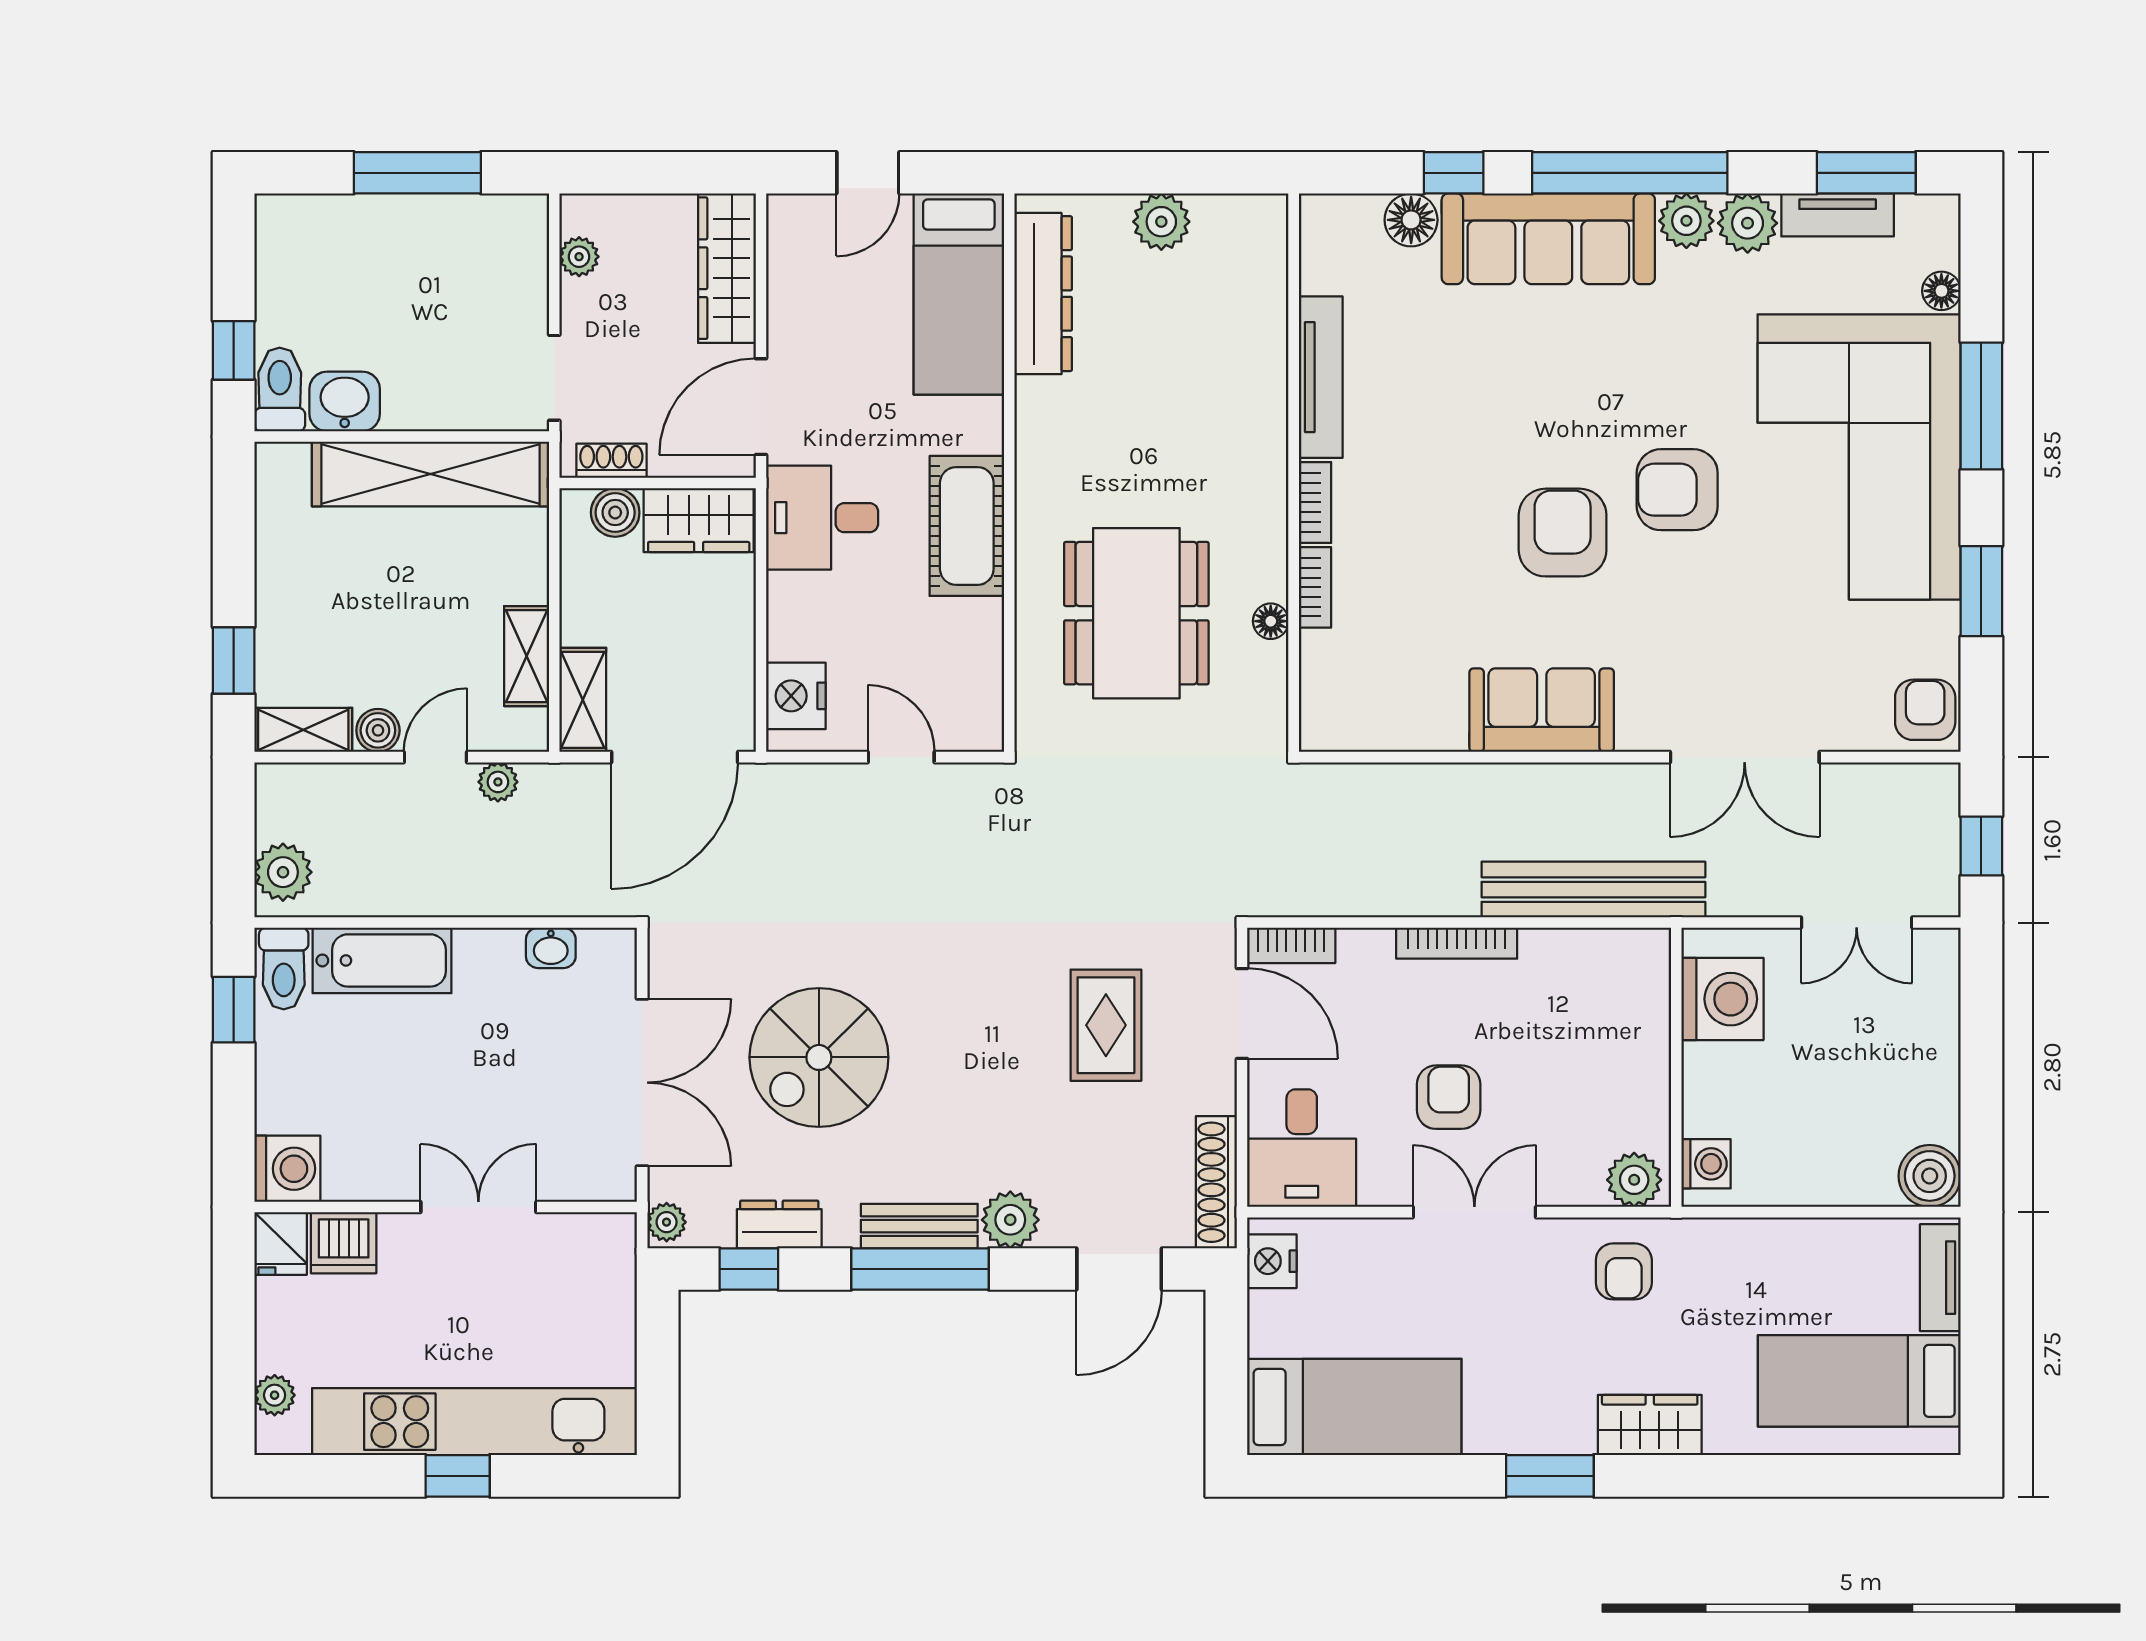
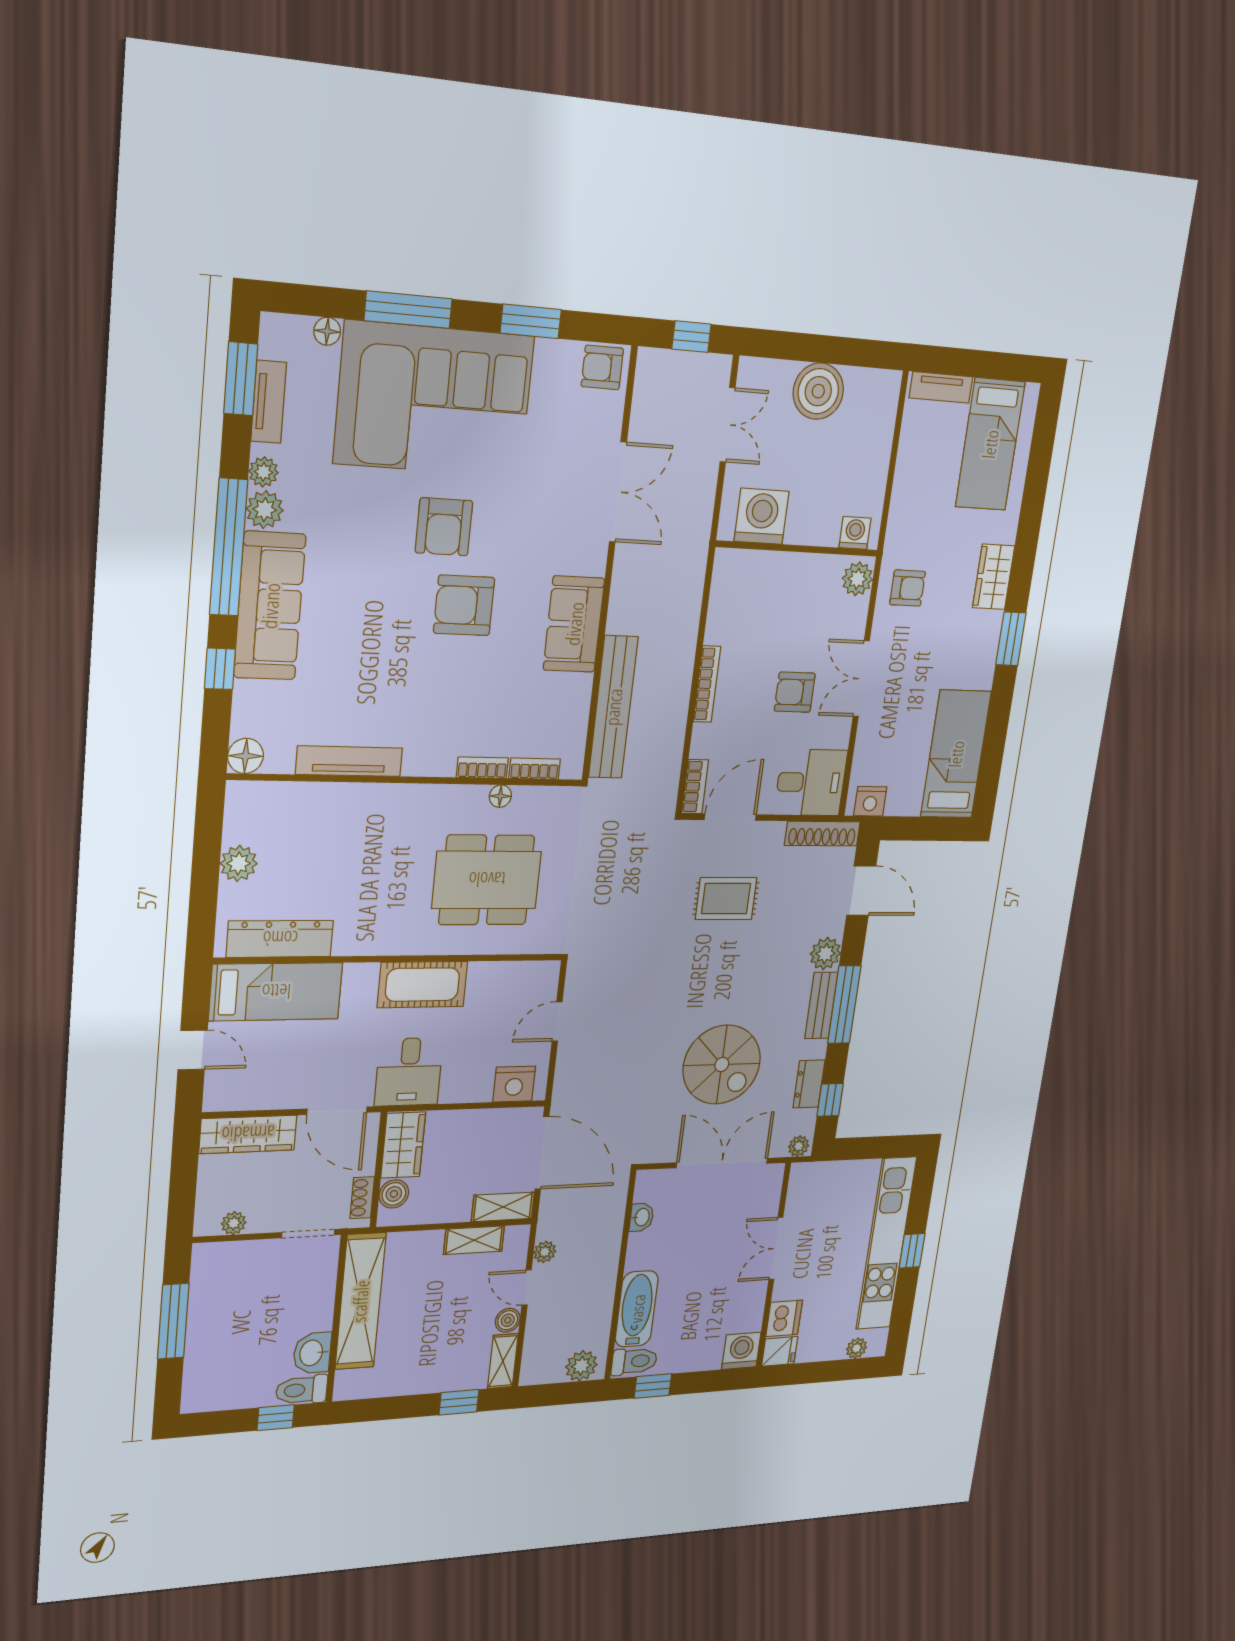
floor lamp: (1411, 220) -> (246, 756), moved
plant: (1748, 223) -> (263, 472), width x0.73, depth x0.73
bookcase: (1315, 502) -> (535, 769), moved
bench: (1593, 890) -> (613, 707), moved
boiler: (1930, 1176) -> (818, 391), moved, width x1.37, depth x1.37

